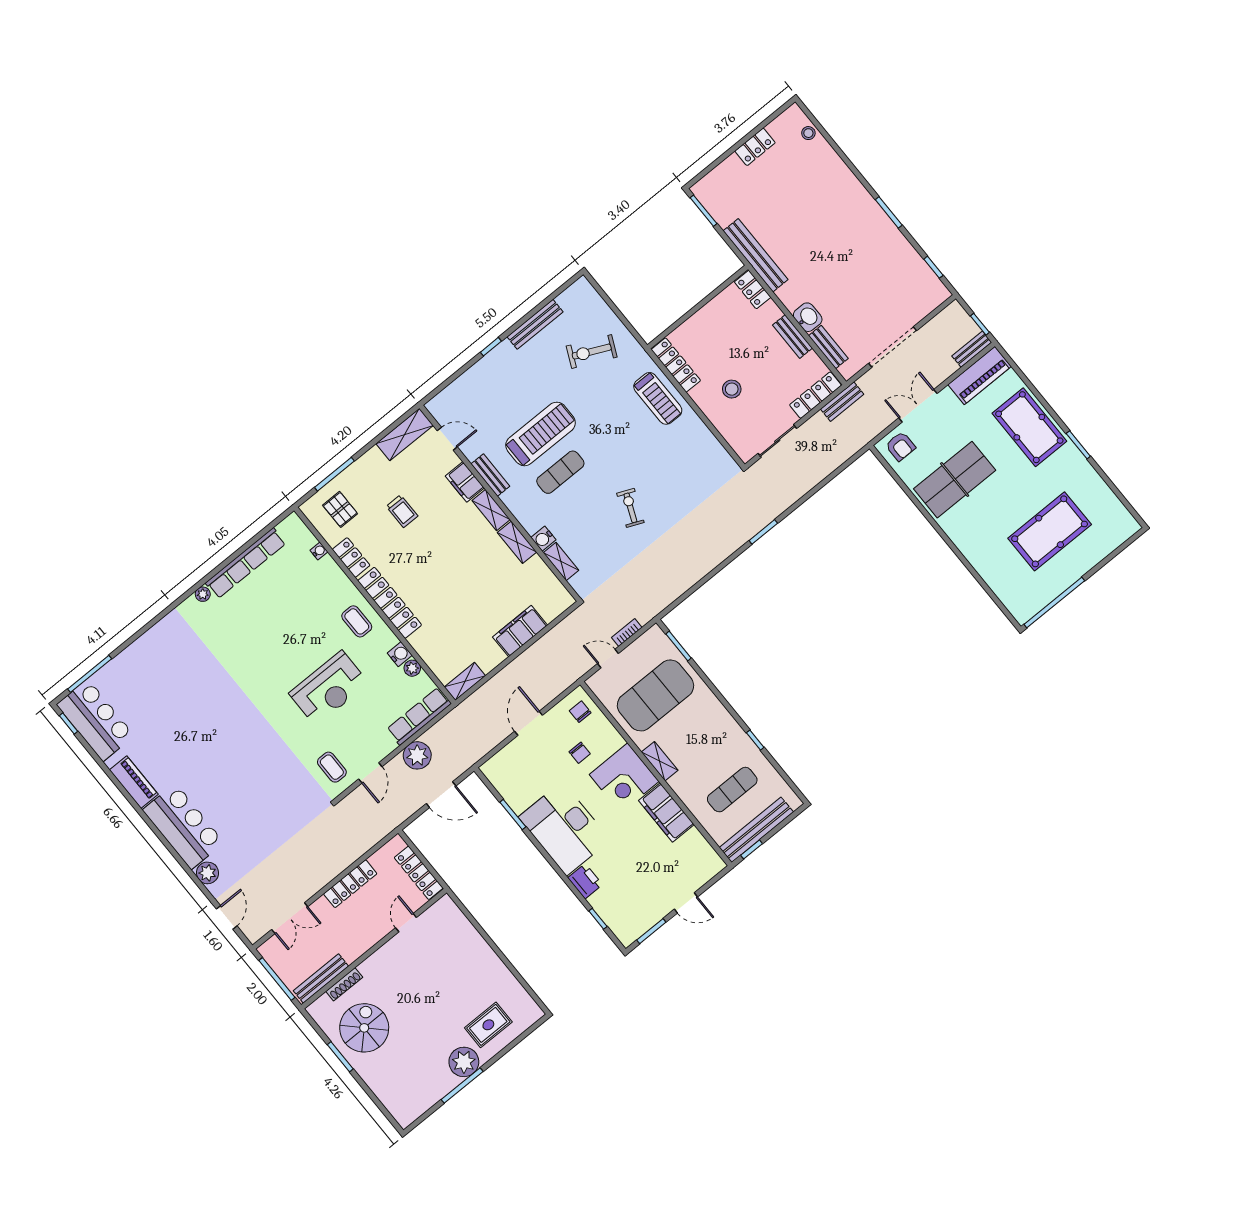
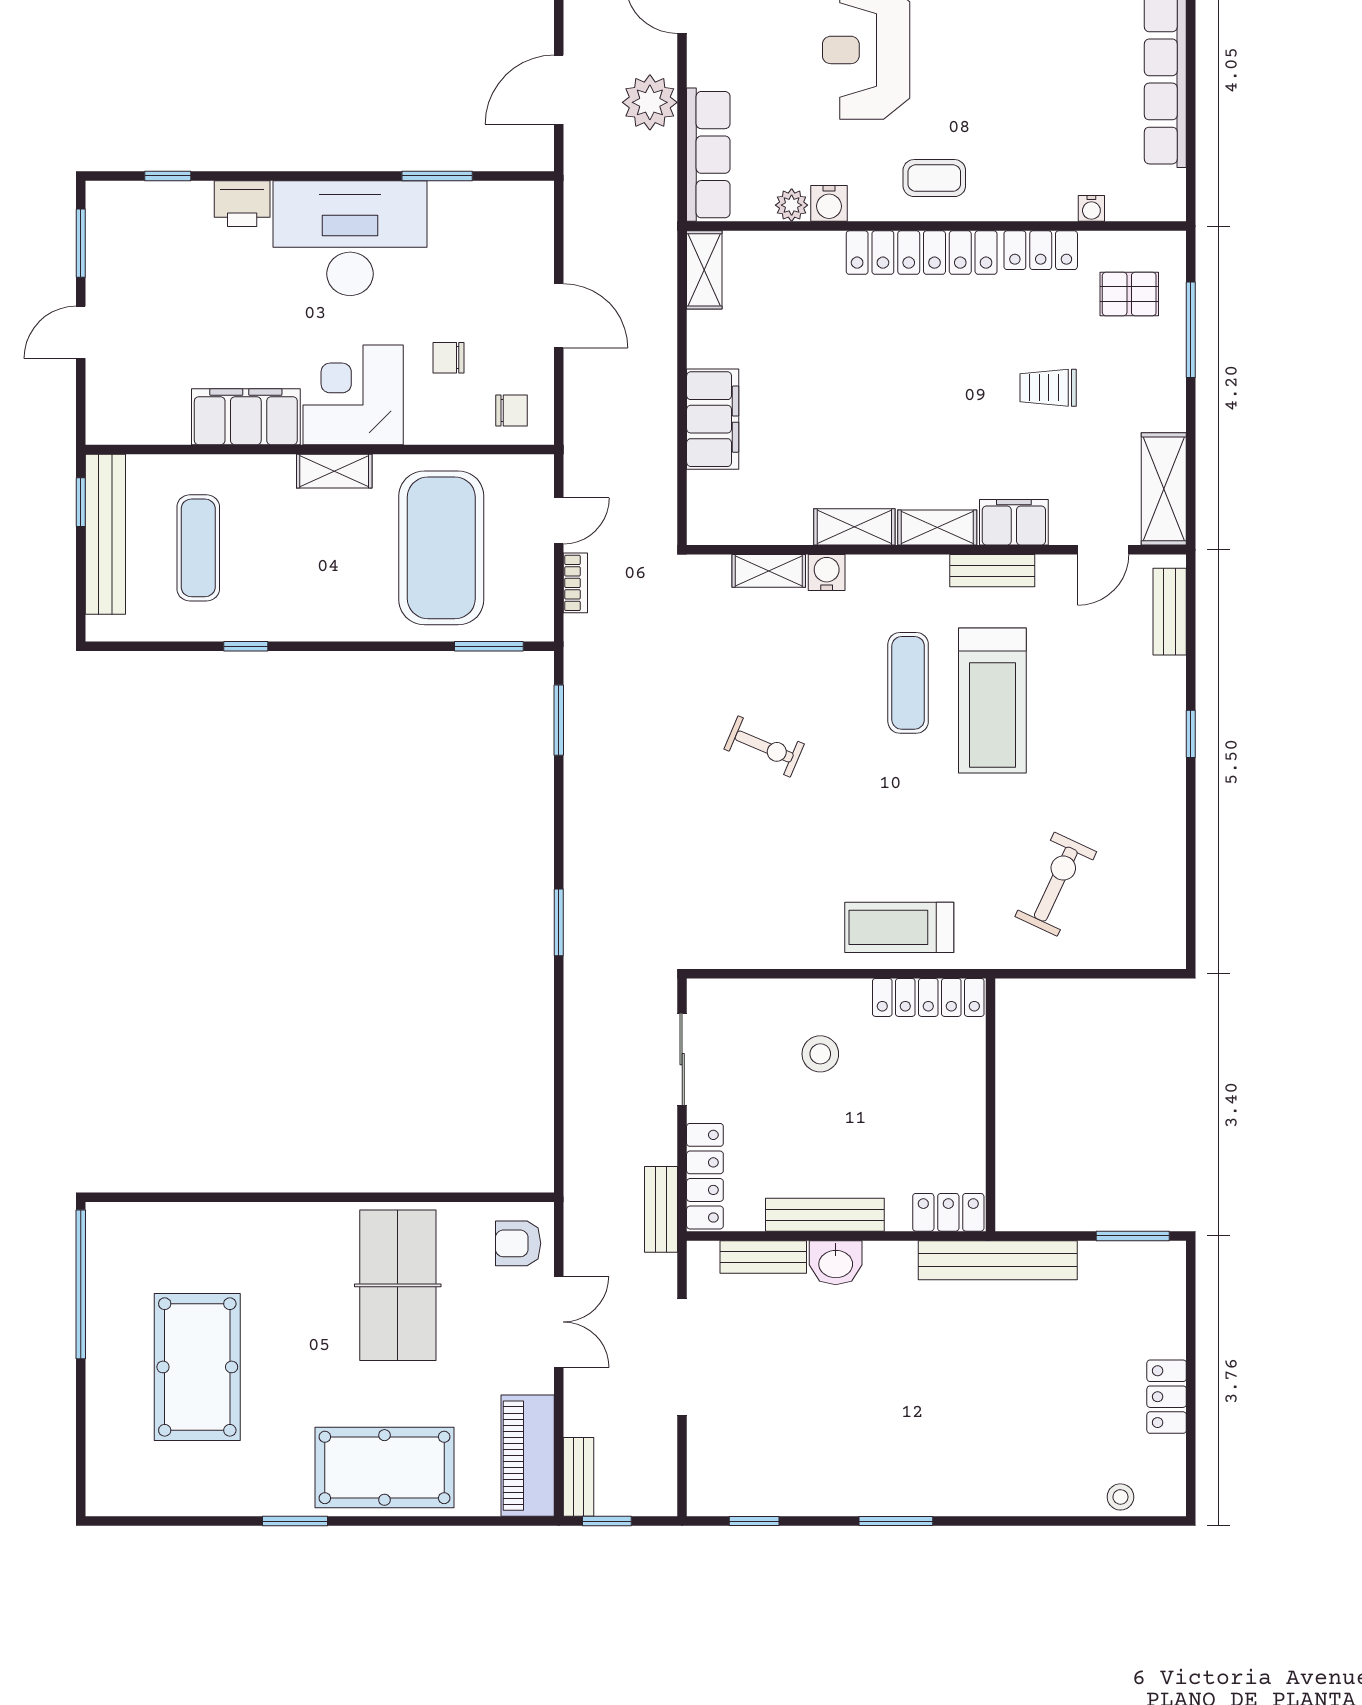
bench: (535, 324) -> (1170, 612), moved, width x0.73
bench: (792, 337) -> (825, 1215), width x1.36
window: (685, 596) -> (559, 720), added

